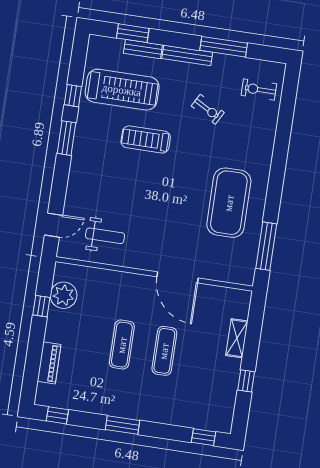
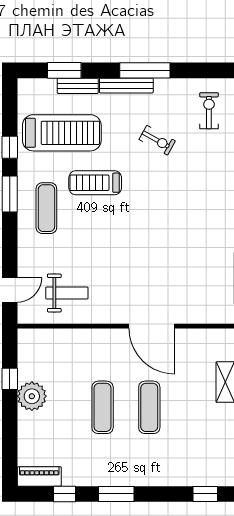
window: (224, 47) -> (145, 70), moved
exercise bike: (259, 90) -> (209, 111), turned 90
exercise mat: (229, 203) -> (46, 208), moved, width x0.50, depth x0.69
plant: (64, 295) -> (32, 396), moved
piano: (49, 363) -> (39, 476), moved, turned -90
window: (57, 415) -> (64, 494), moved

